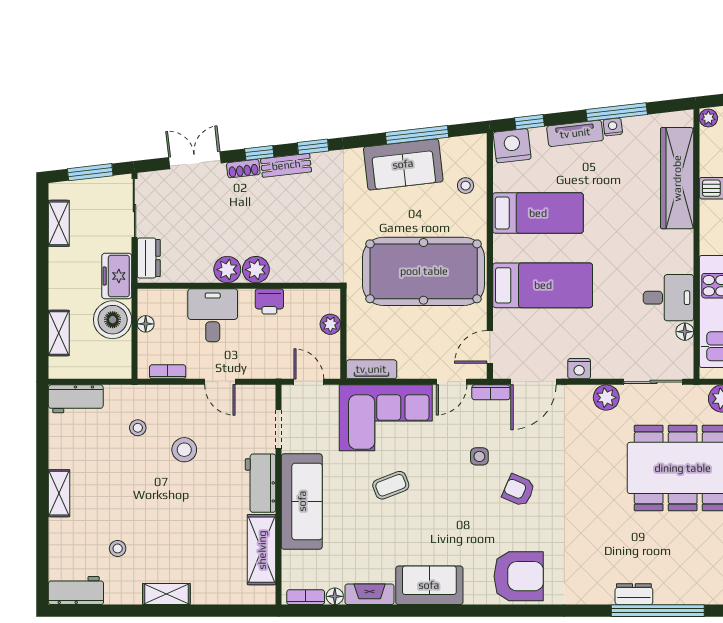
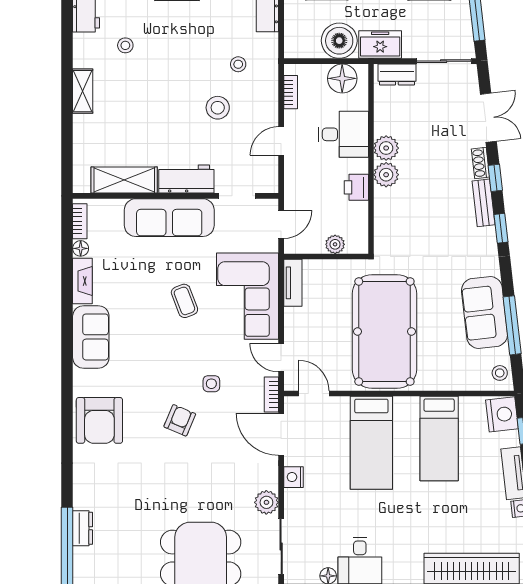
stool: (466, 186) -> (500, 373), moved
floor lamp: (146, 324) -> (342, 78), width x1.89, depth x1.89

